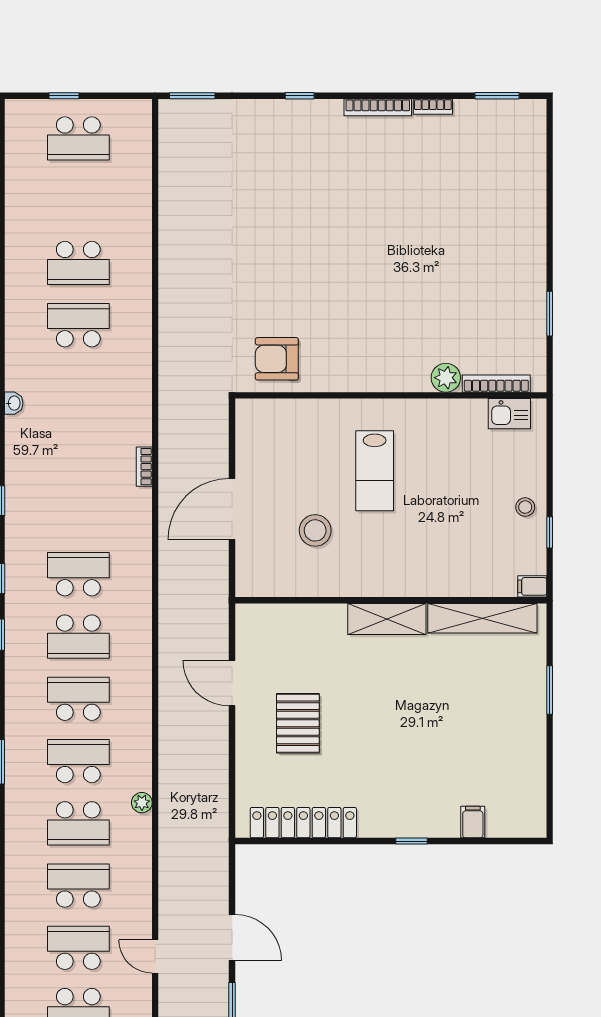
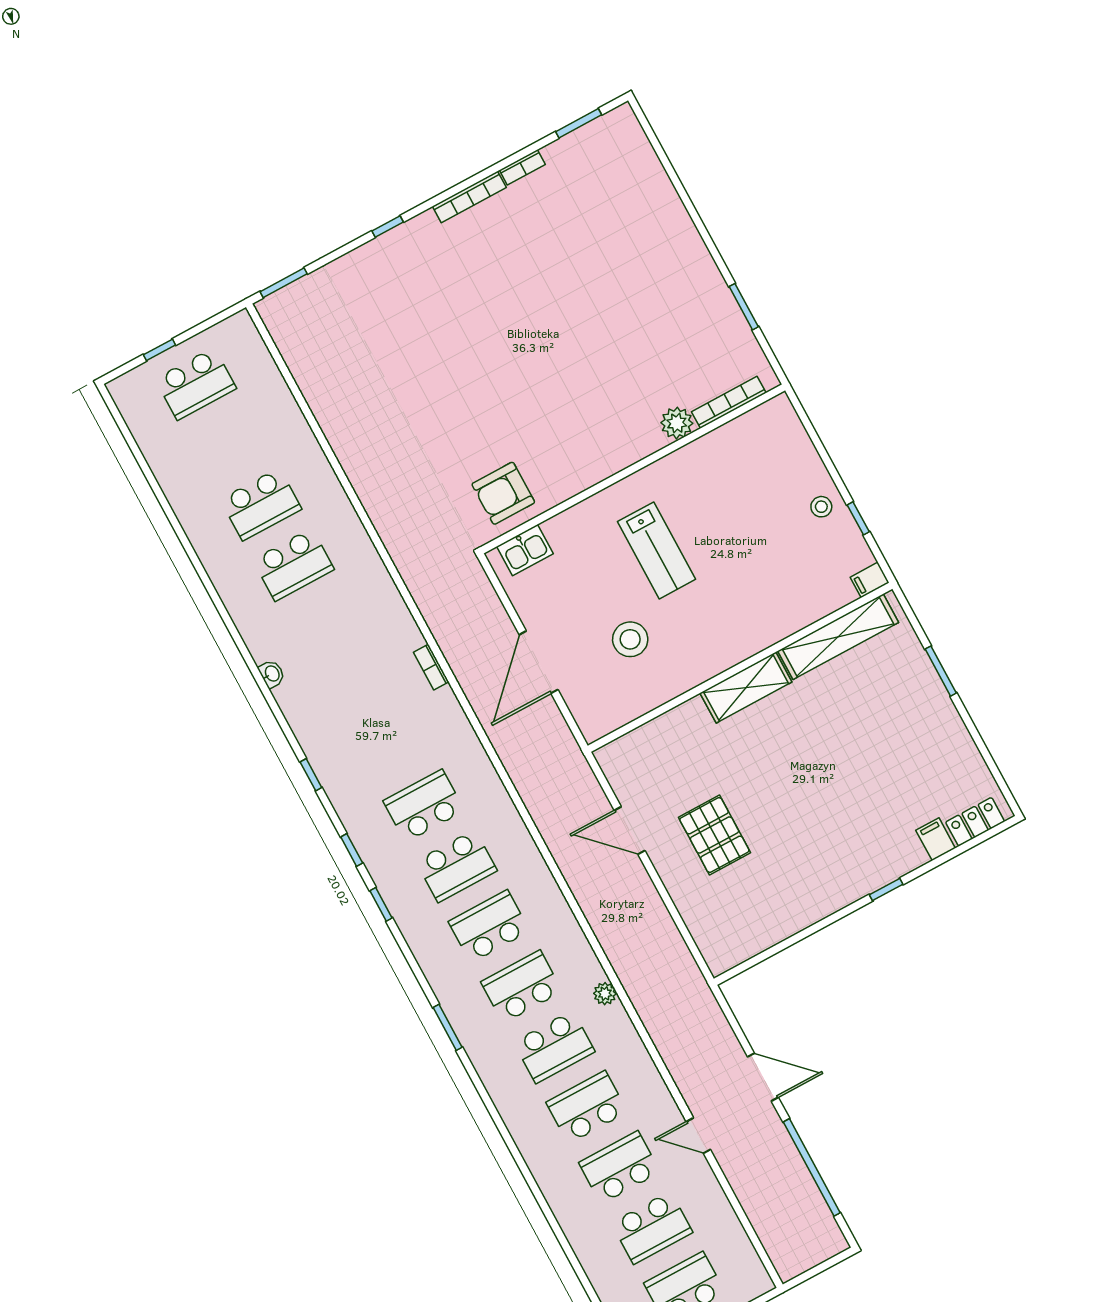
school desk: (78, 325) -> (293, 565), turned 180
kitchen sink: (509, 414) -> (525, 550), moved
locker: (303, 823) -> (975, 822), moved, width x0.46, depth x0.83

